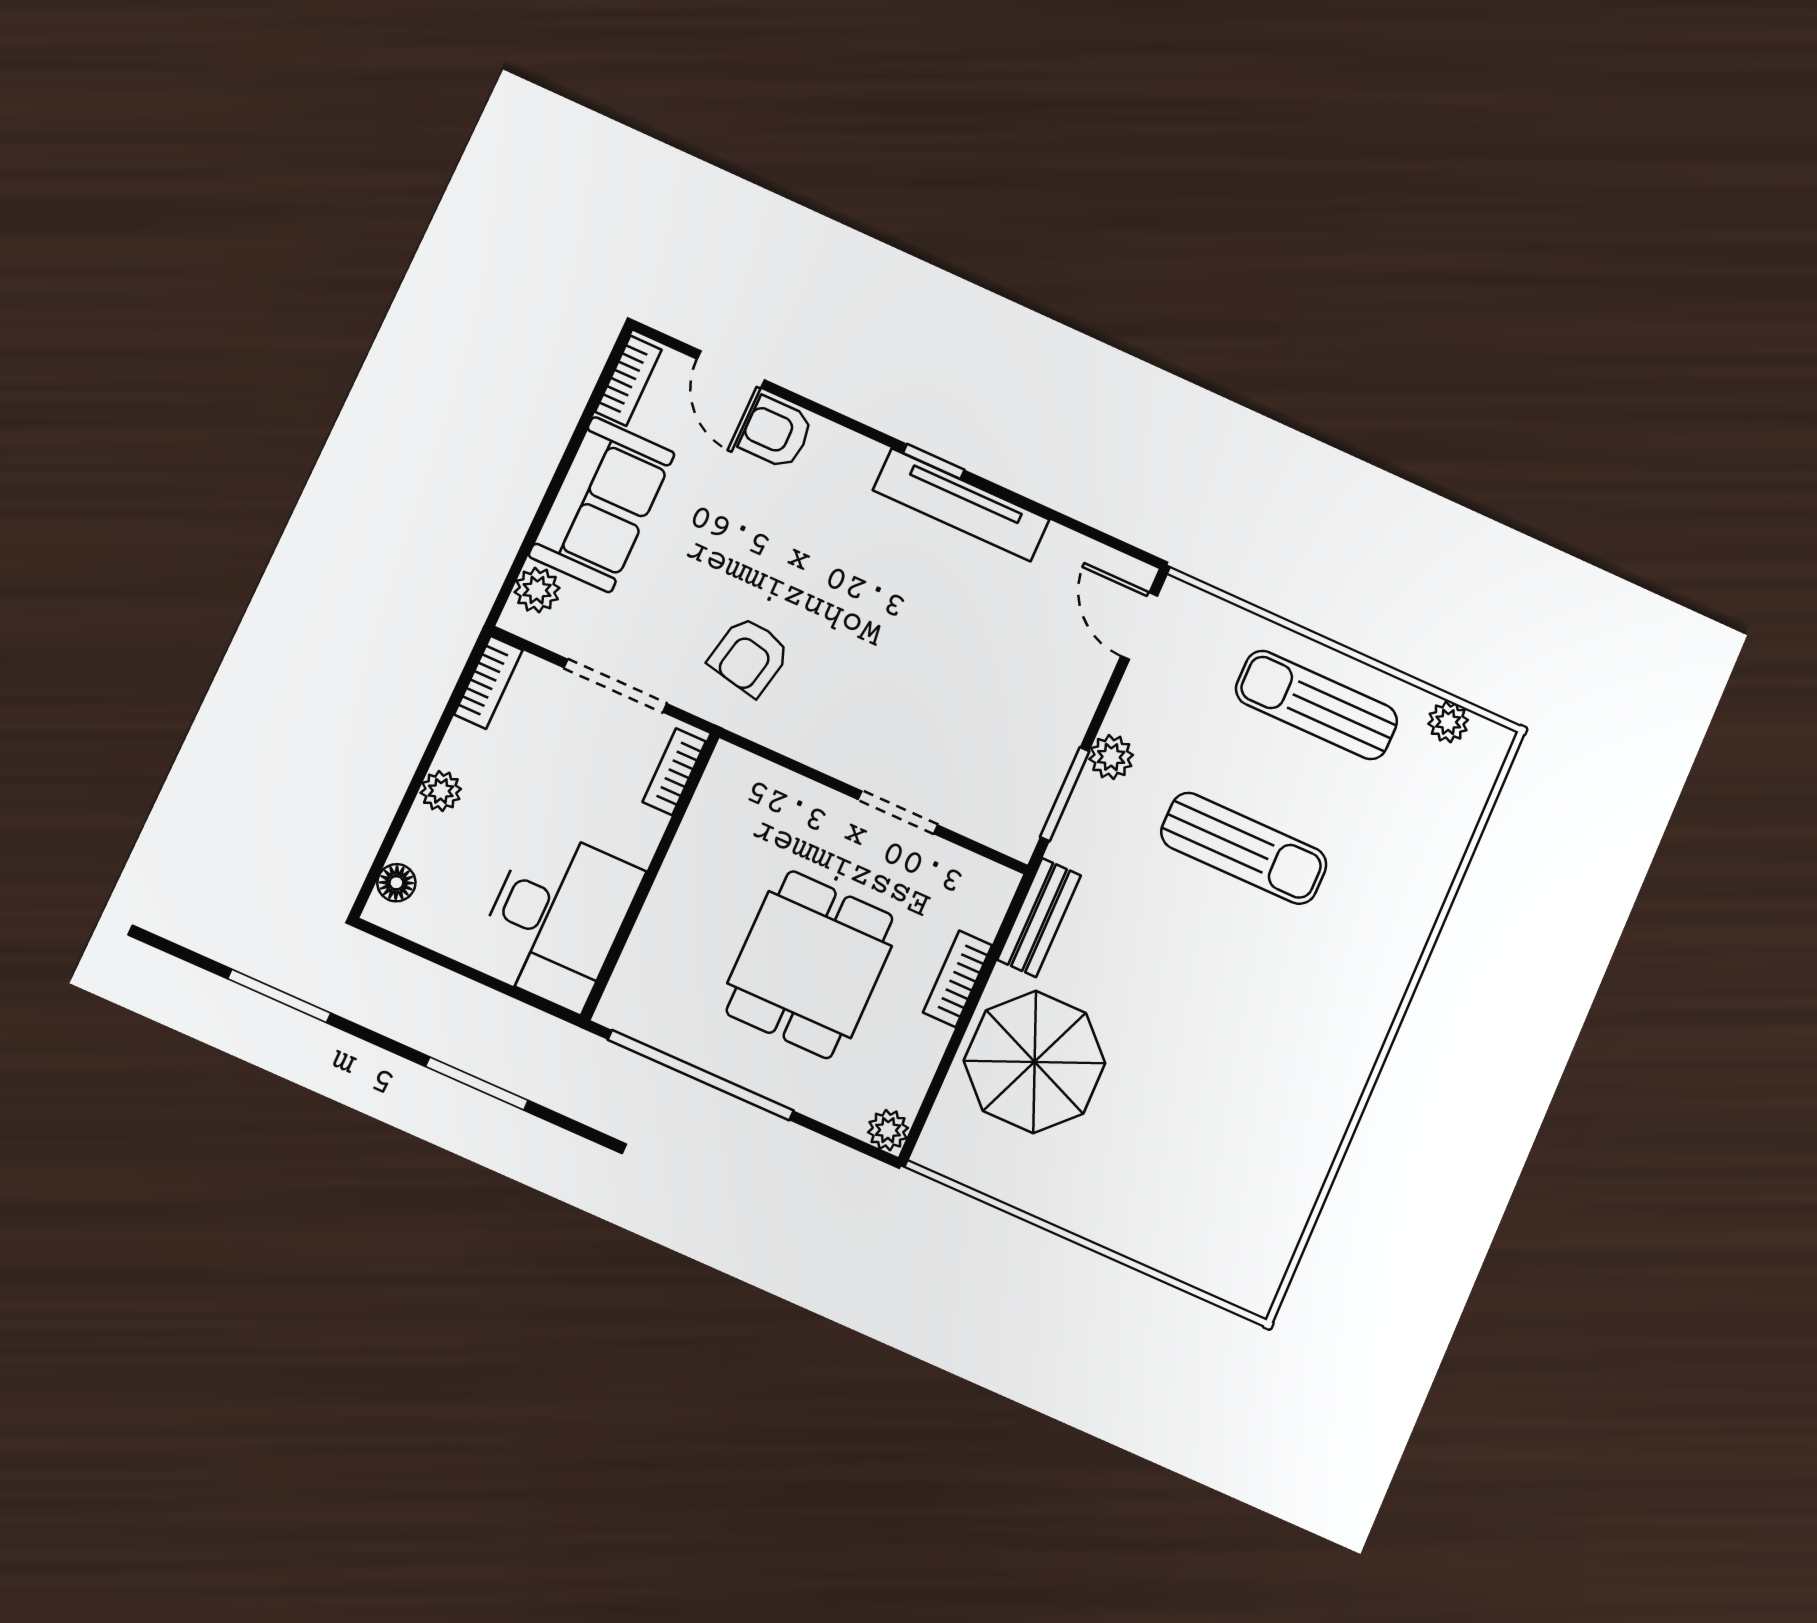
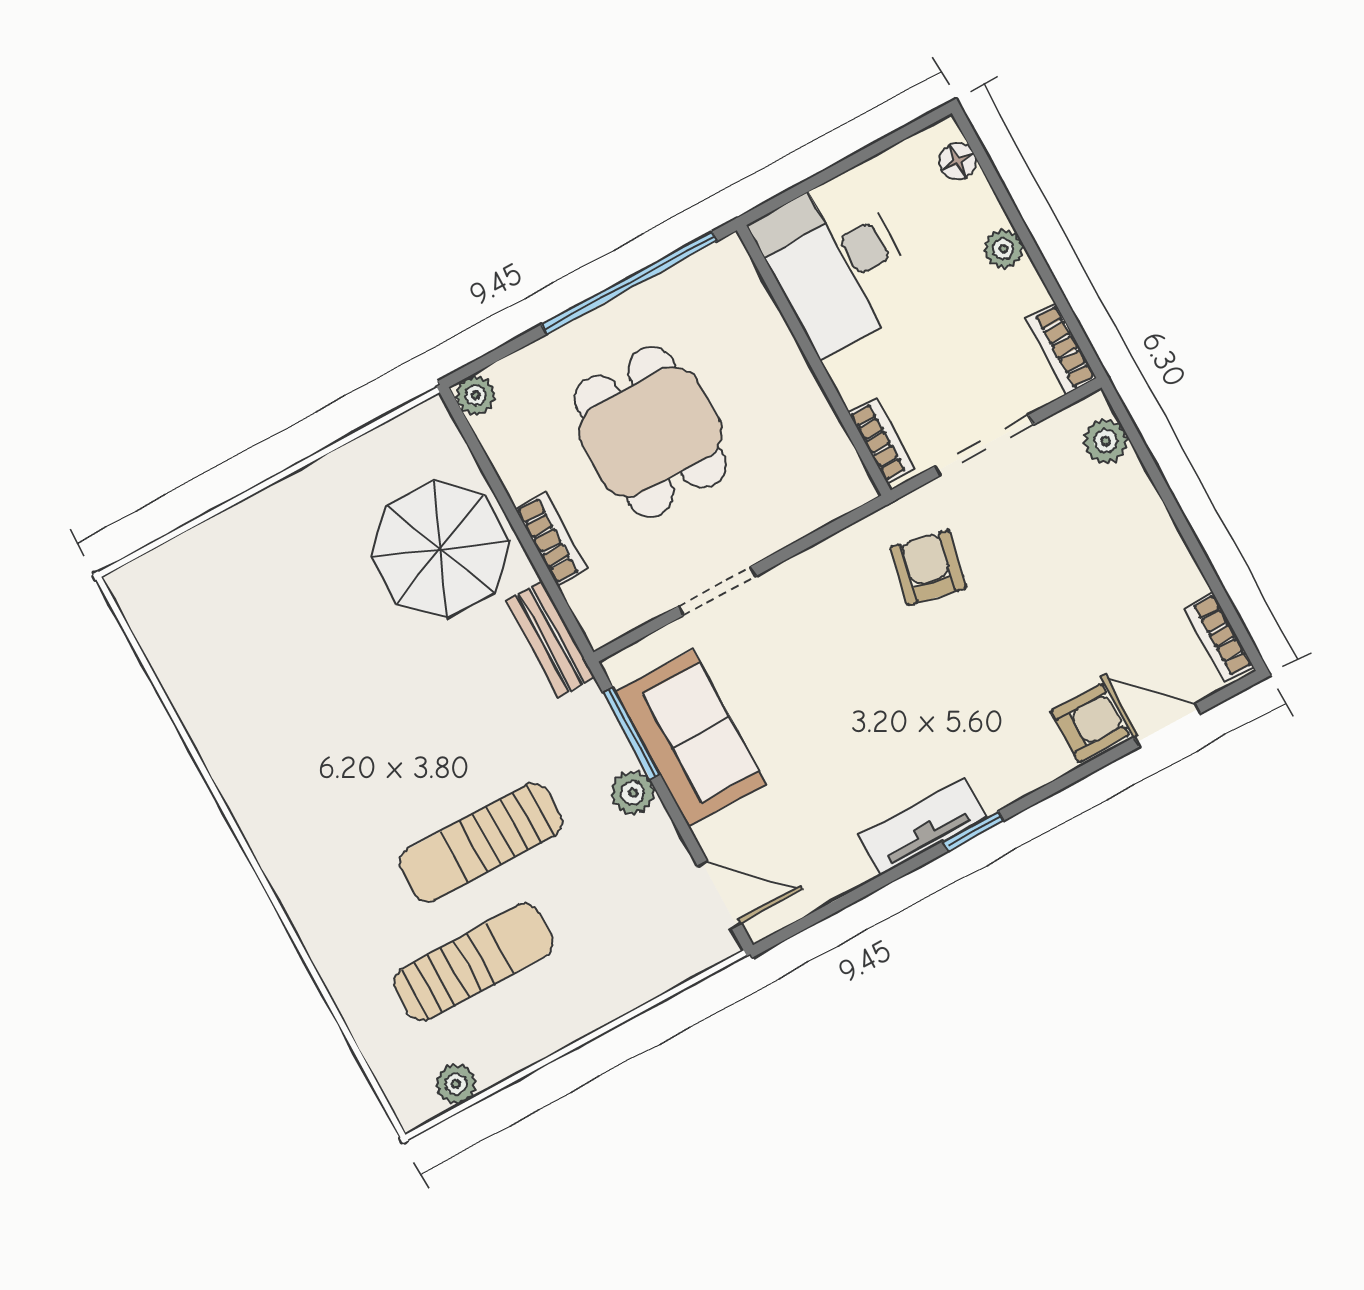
sofa: (602, 505) -> (691, 738), moved, turned 180
tv unit: (961, 505) -> (922, 826), width x0.71
sun lounger: (1317, 705) -> (474, 962), moved

